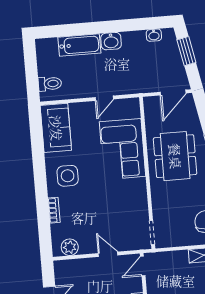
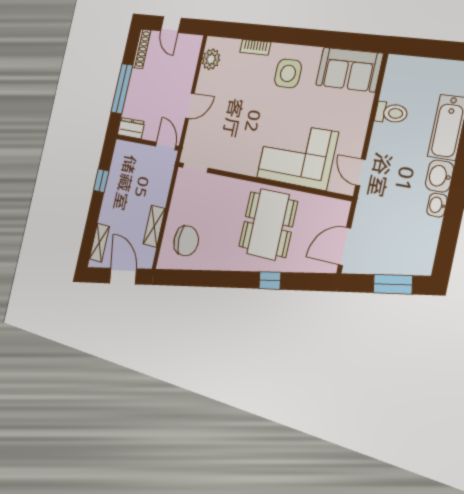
washbasin: (154, 35) -> (437, 205), moved
toilet: (50, 84) -> (391, 113), moved, turned -90
door: (173, 93) -> (345, 247), hinge flipped
door: (104, 98) -> (360, 172), moved
dining table: (175, 156) -> (268, 224), turned 90

